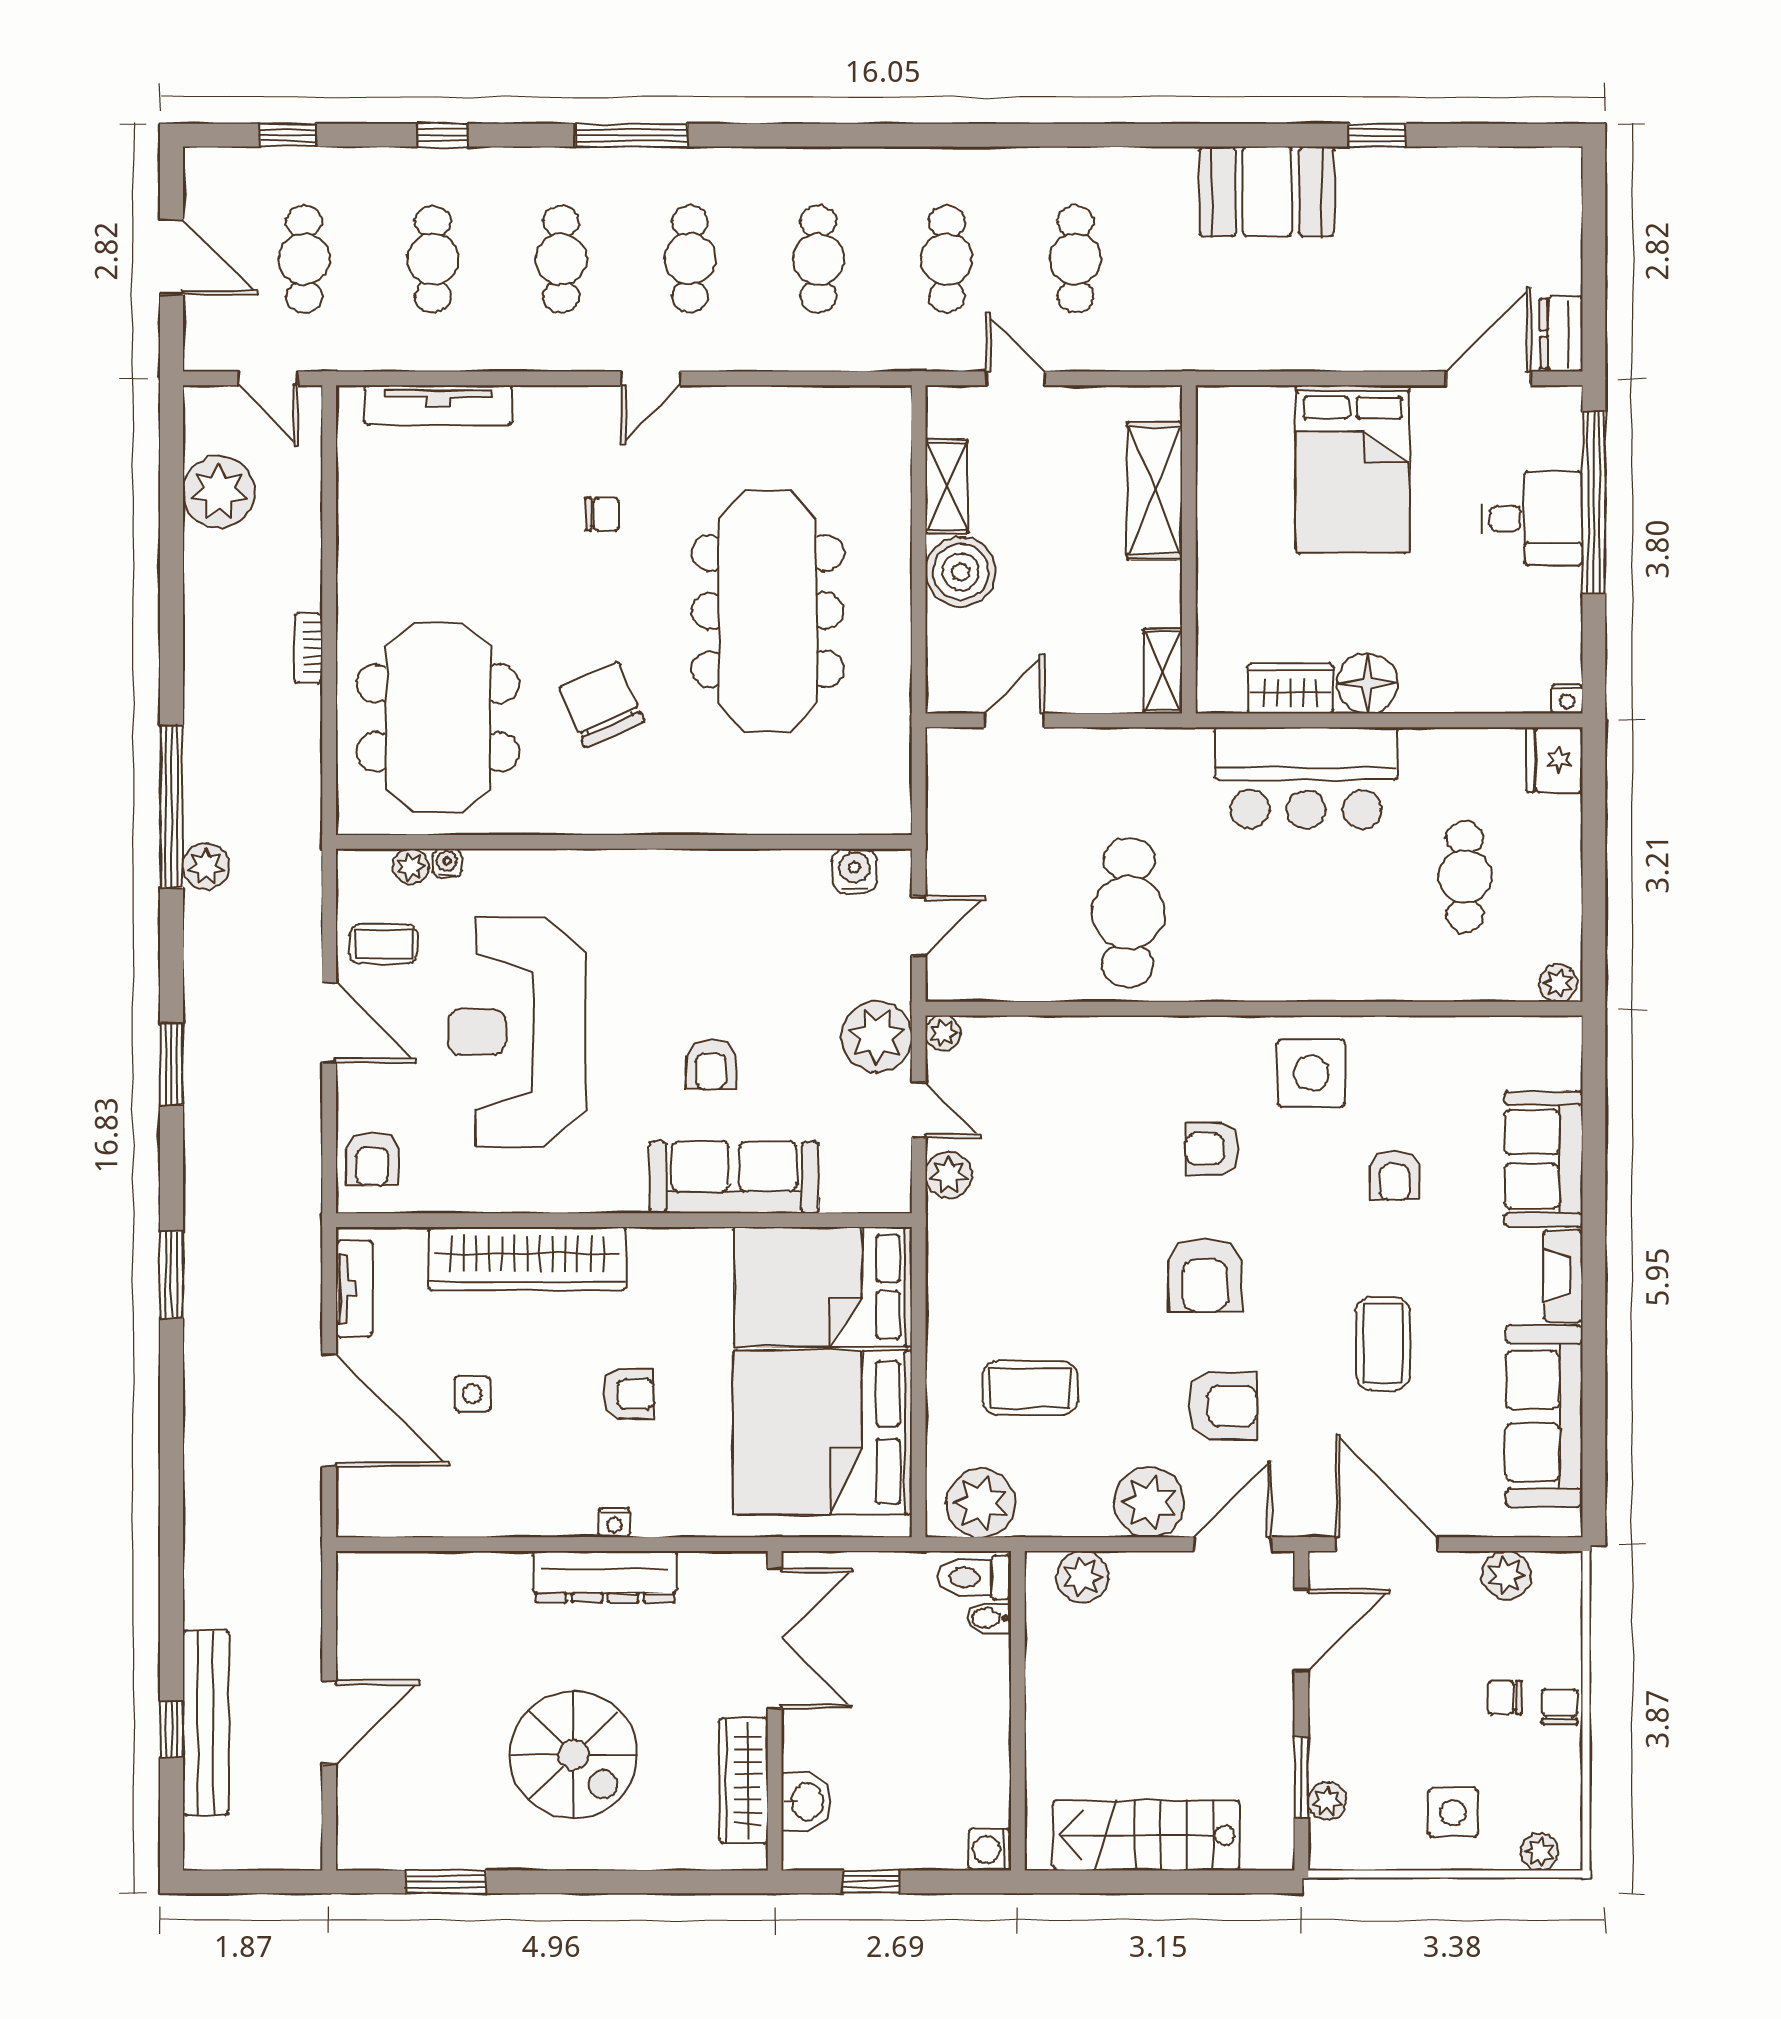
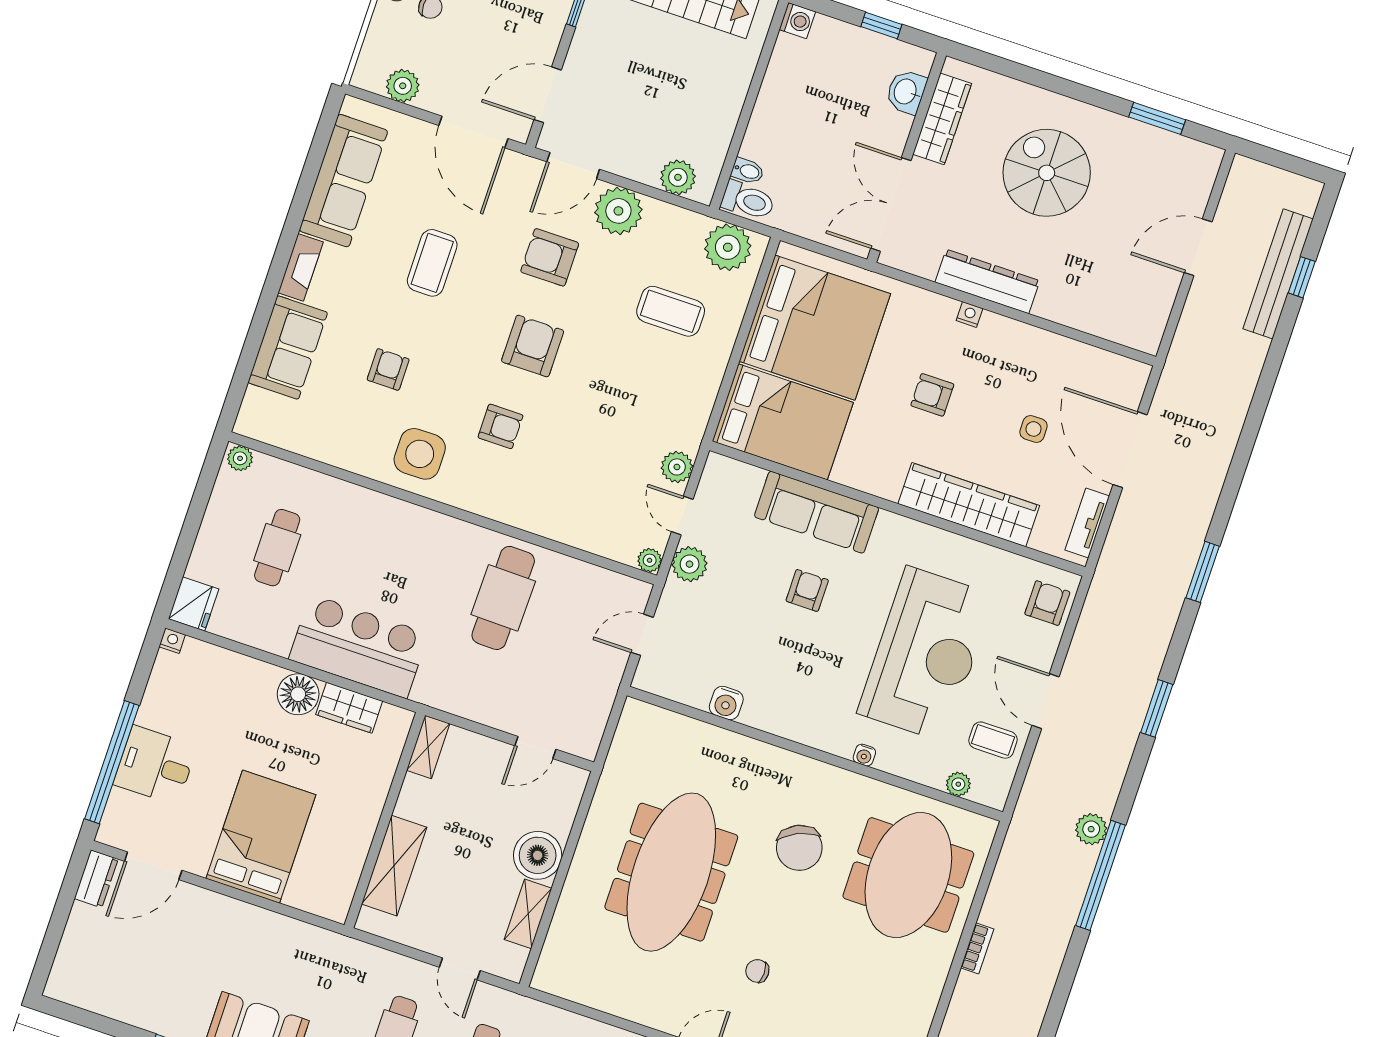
water cooler: (447, 863) -> (864, 755), moved
water cooler: (854, 871) -> (726, 703), moved
plant: (877, 1037) -> (690, 564), width x0.73, depth x0.73

